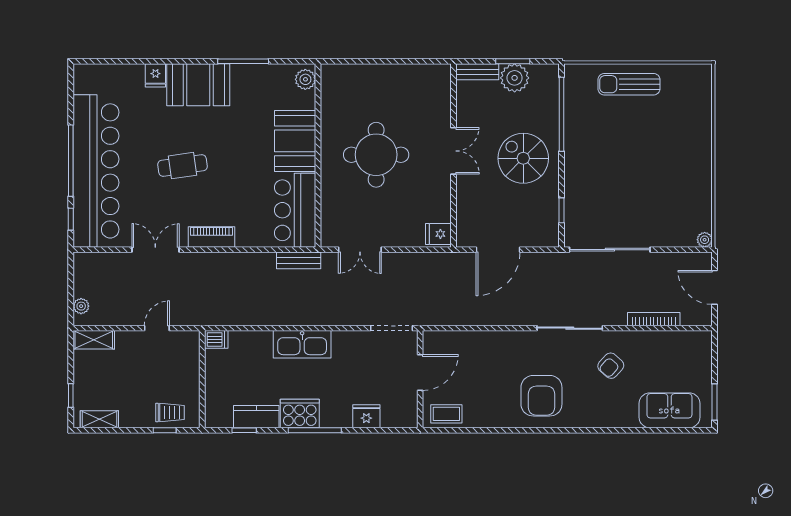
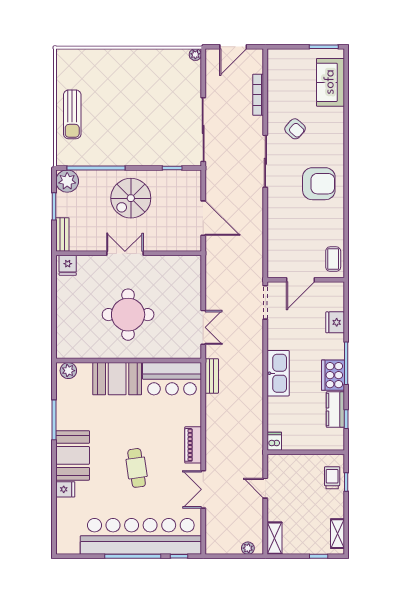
plant: (515, 78) -> (67, 181), moved
fridge: (438, 234) -> (68, 265), moved
door: (420, 373) -> (300, 280), swing flipped

